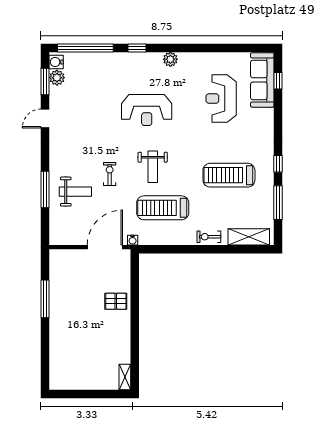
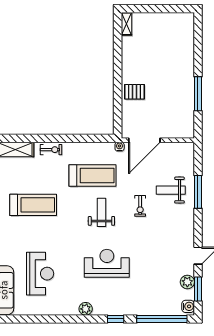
plant: (57, 78) -> (187, 282), moved

